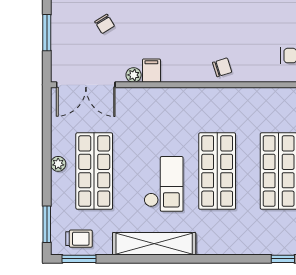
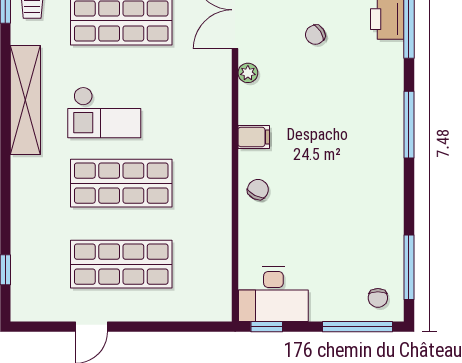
chair: (222, 67) -> (258, 190), turned -135
filing cabinet: (151, 71) -> (254, 137), moved

